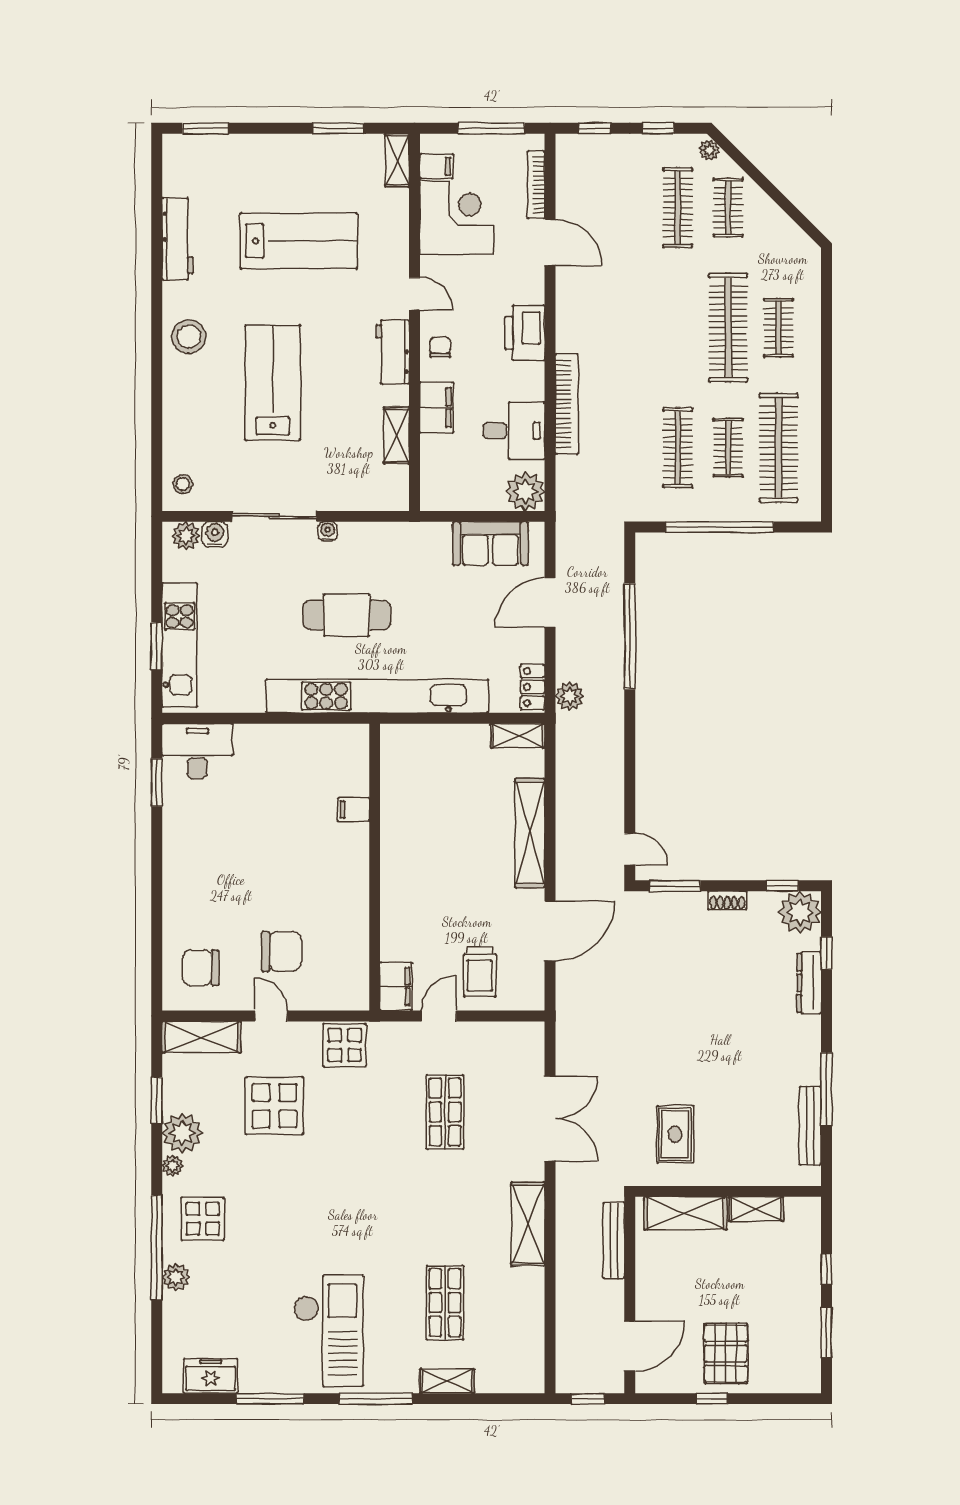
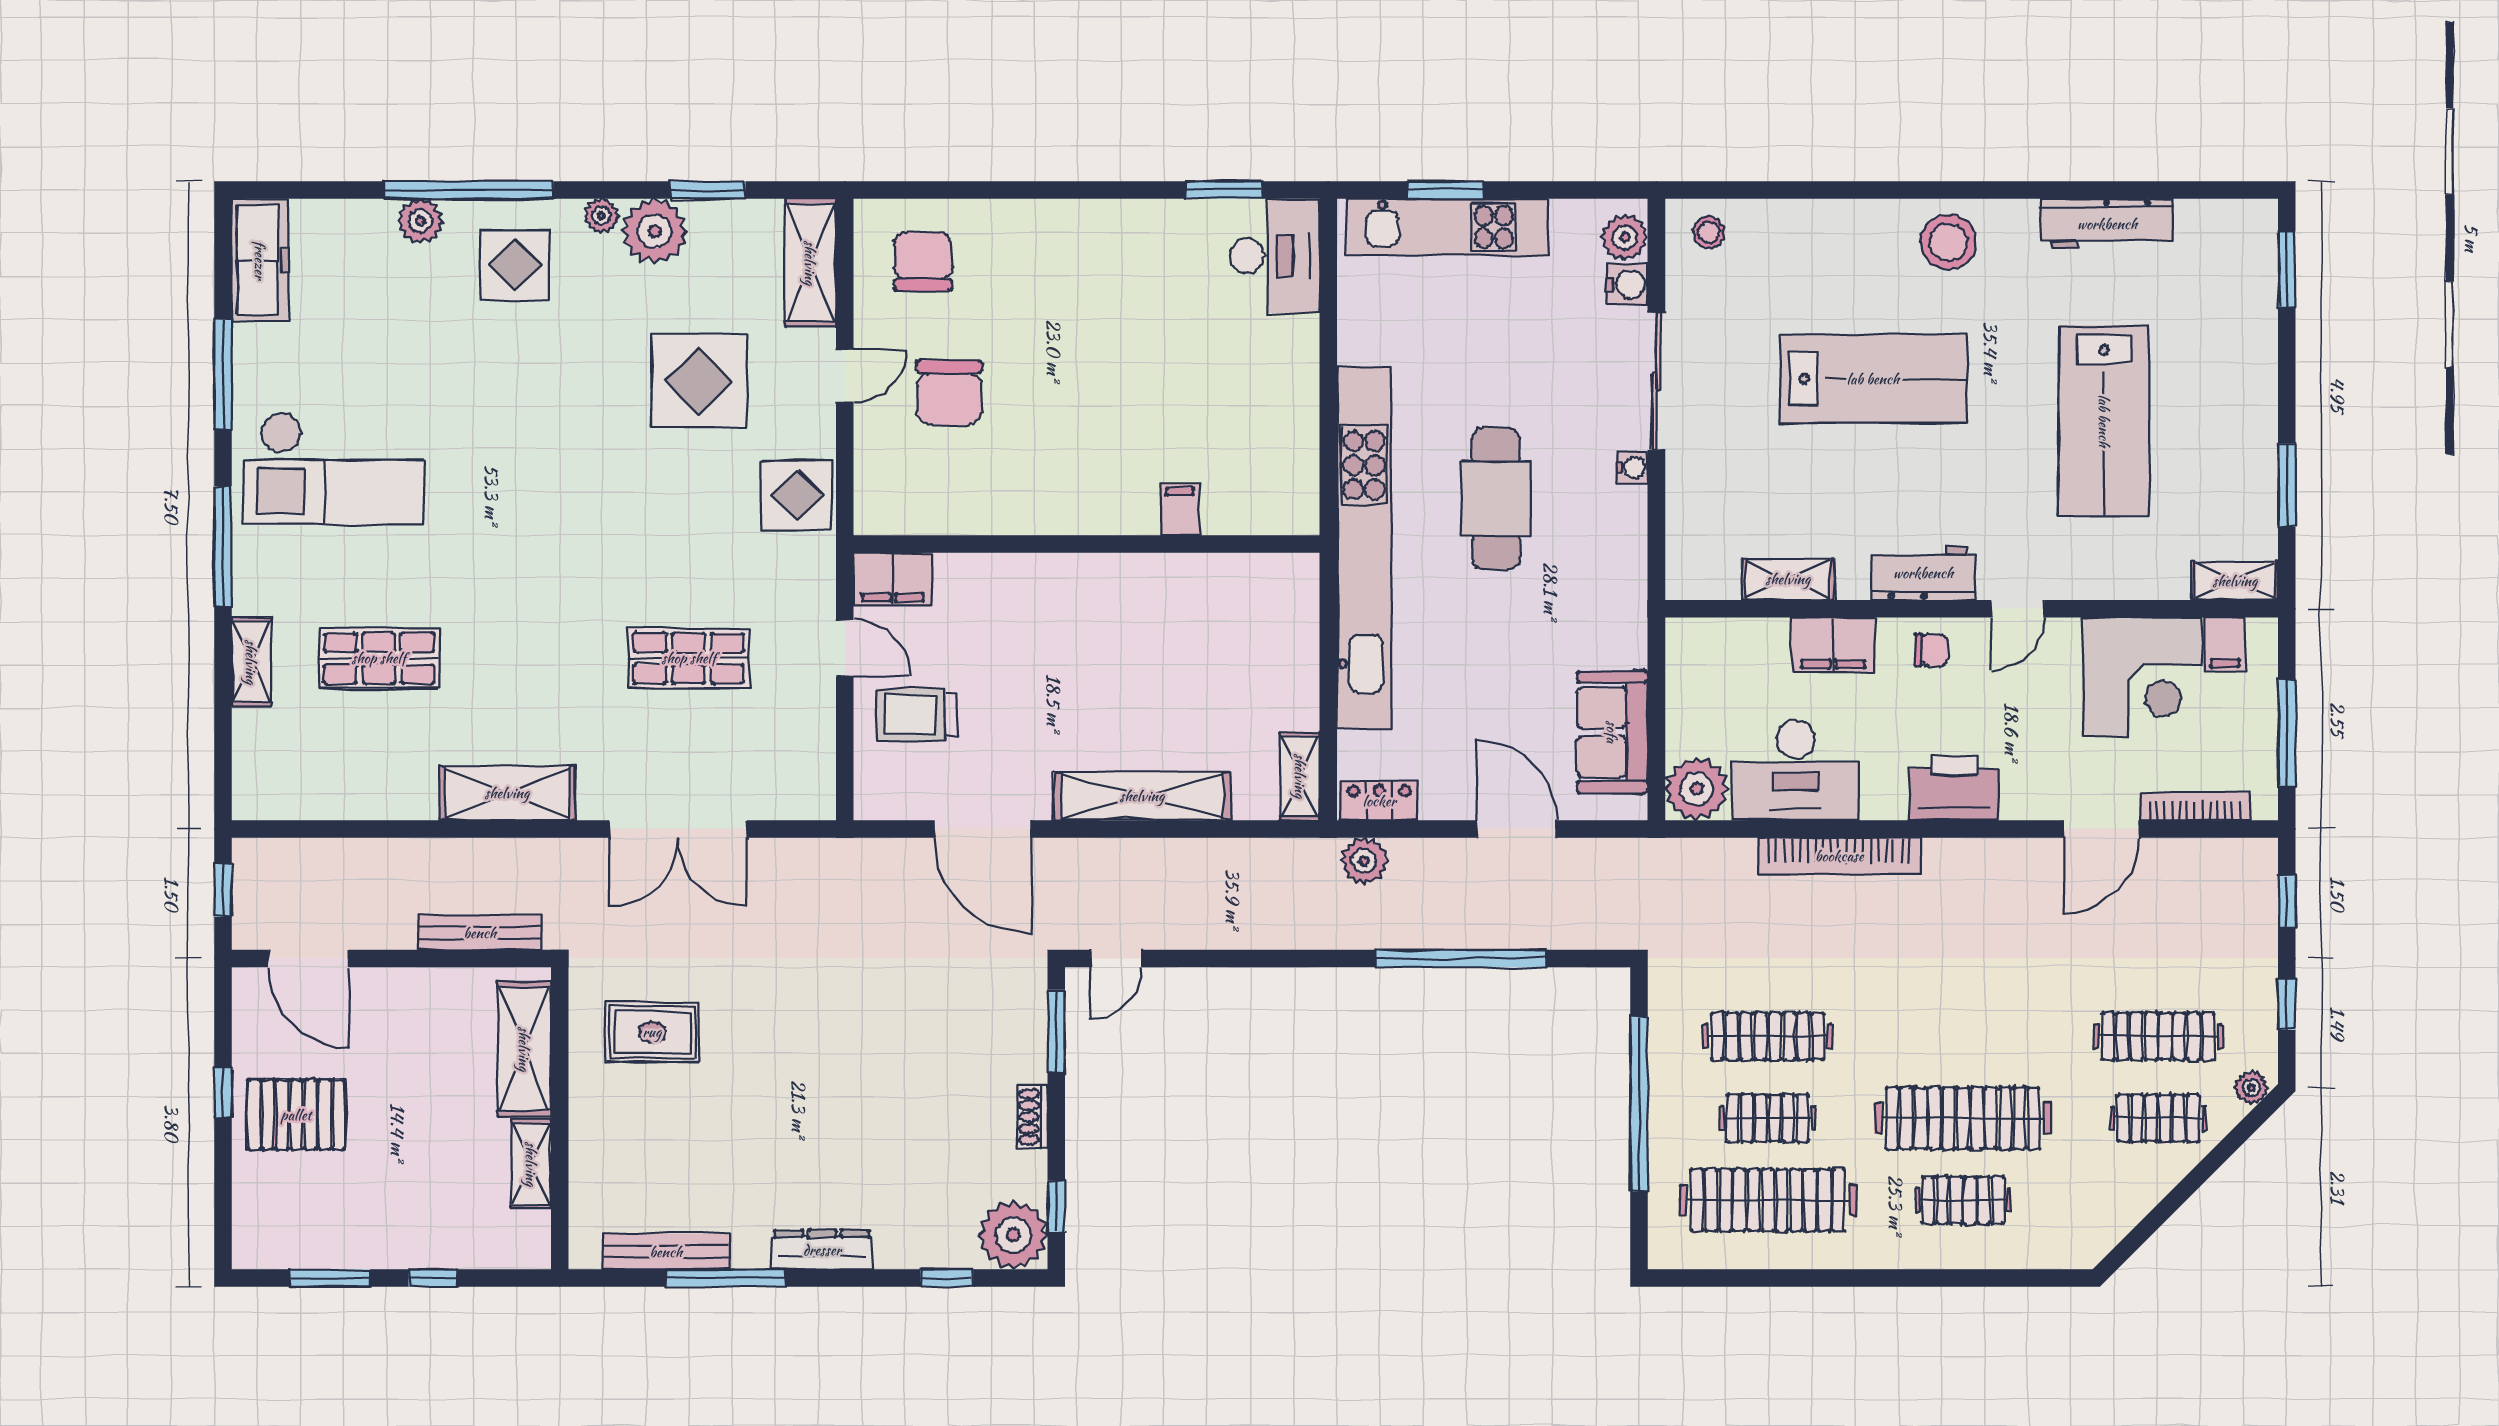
desk: (514, 431) -> (1795, 770), width x1.37
dresser: (809, 983) -> (822, 1250), moved
freezer: (211, 1376) -> (260, 260), width x1.40

